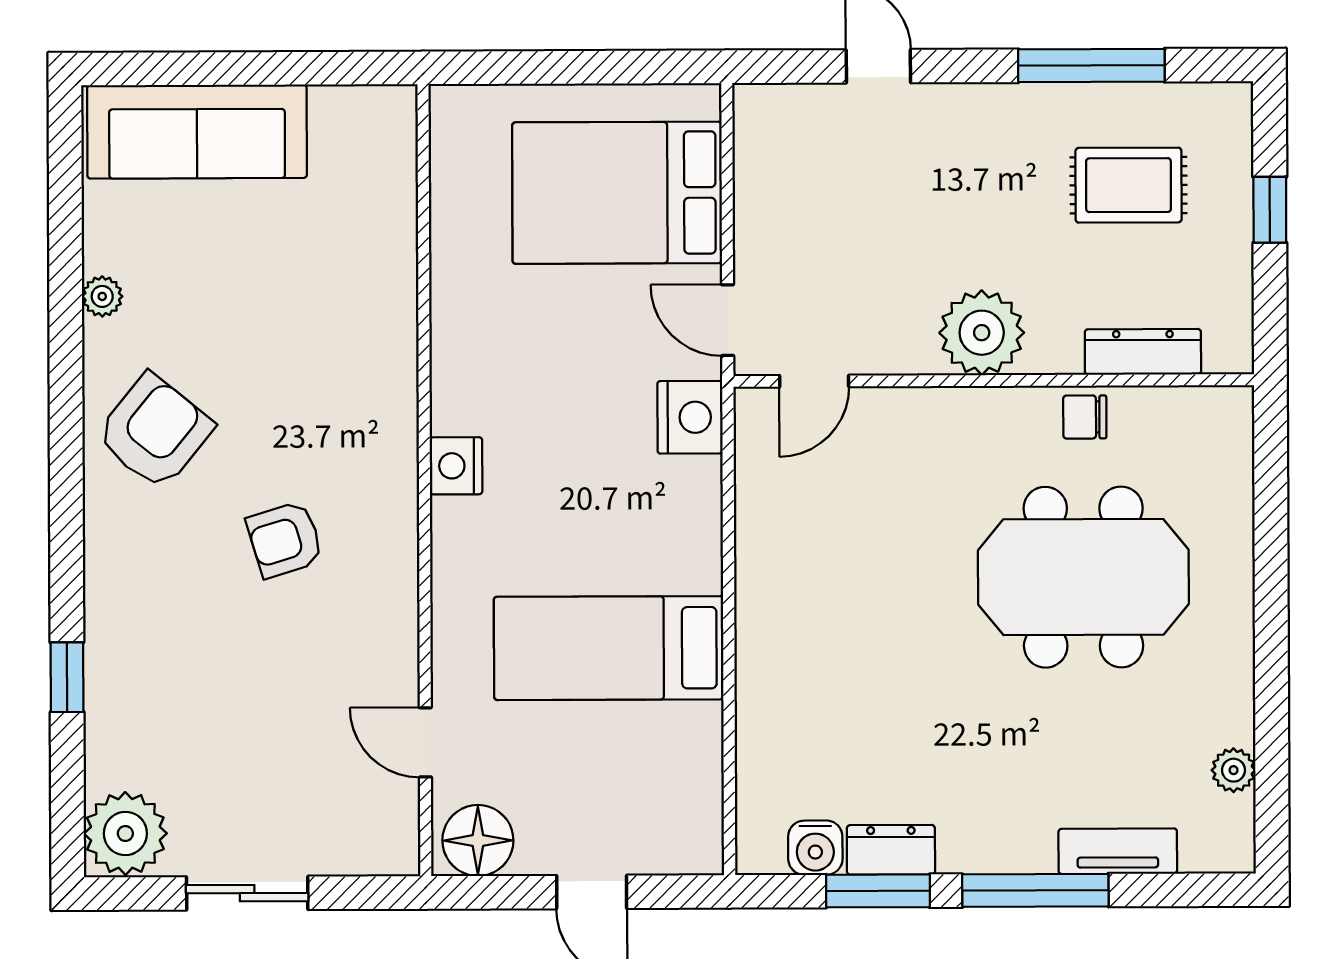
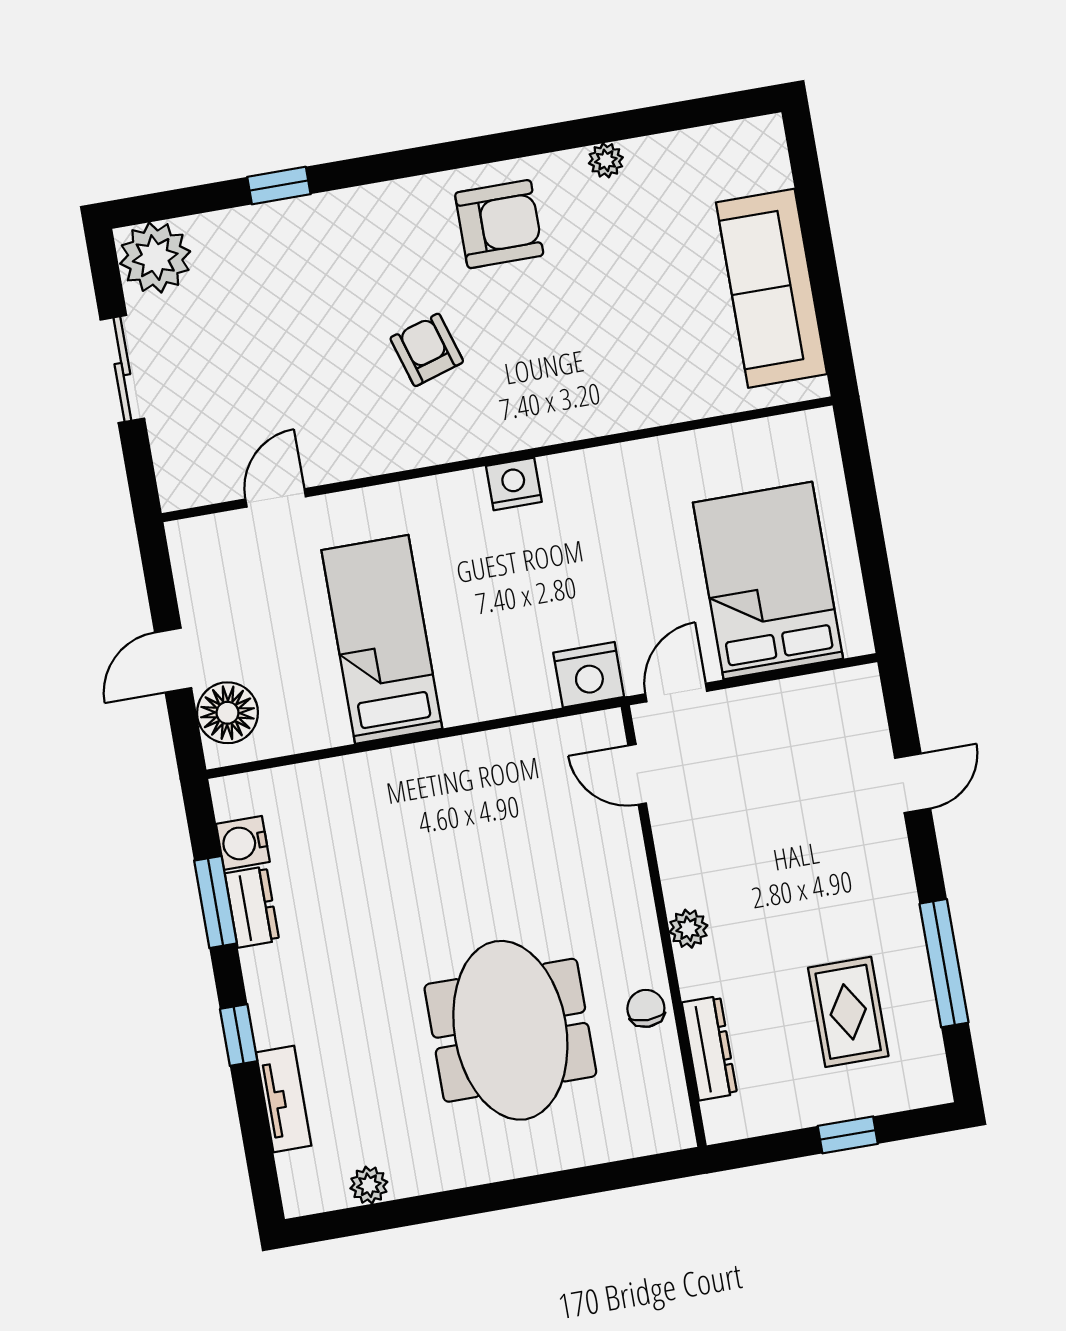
sofa: (197, 132) -> (771, 288), moved
plant: (982, 333) -> (688, 929), width x0.53, depth x0.53
armchair: (155, 432) -> (499, 224), turned -39
floor lamp: (478, 840) -> (227, 713), moved
window: (1035, 890) -> (239, 1035), width x0.46

